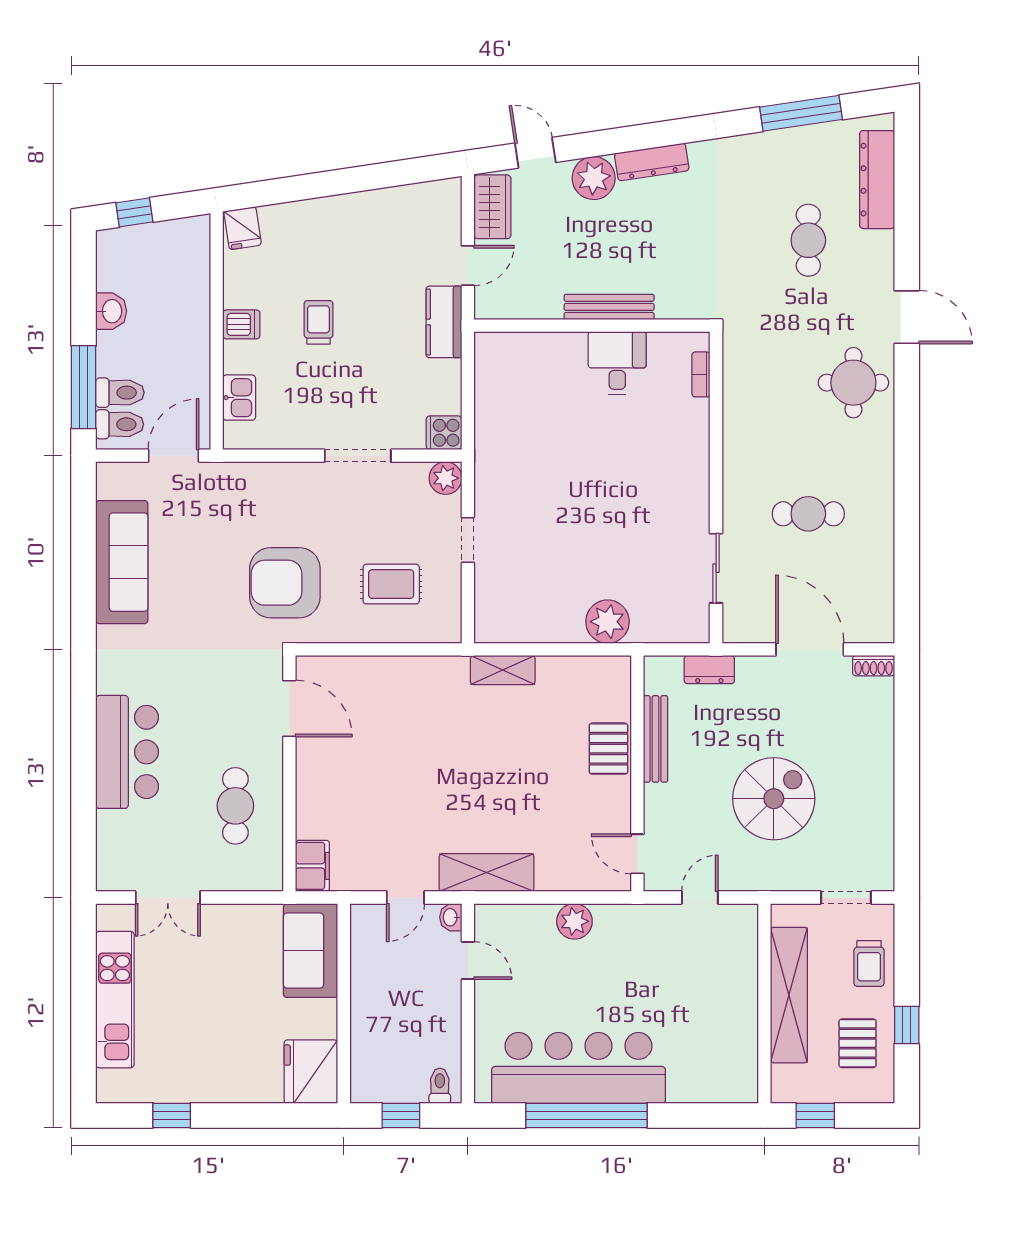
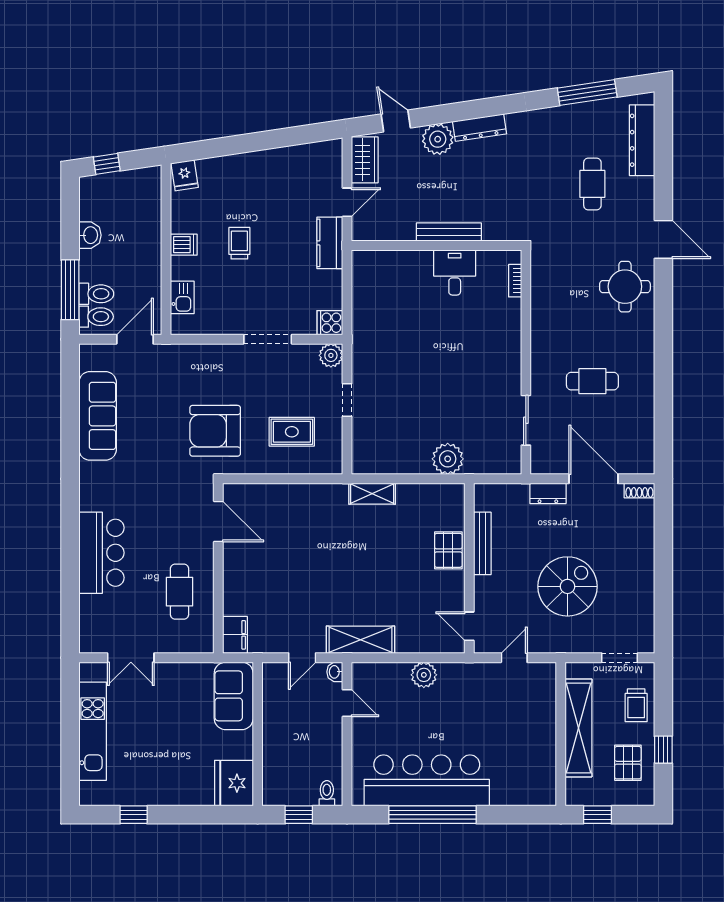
dresser: (709, 670) -> (548, 493), moved

